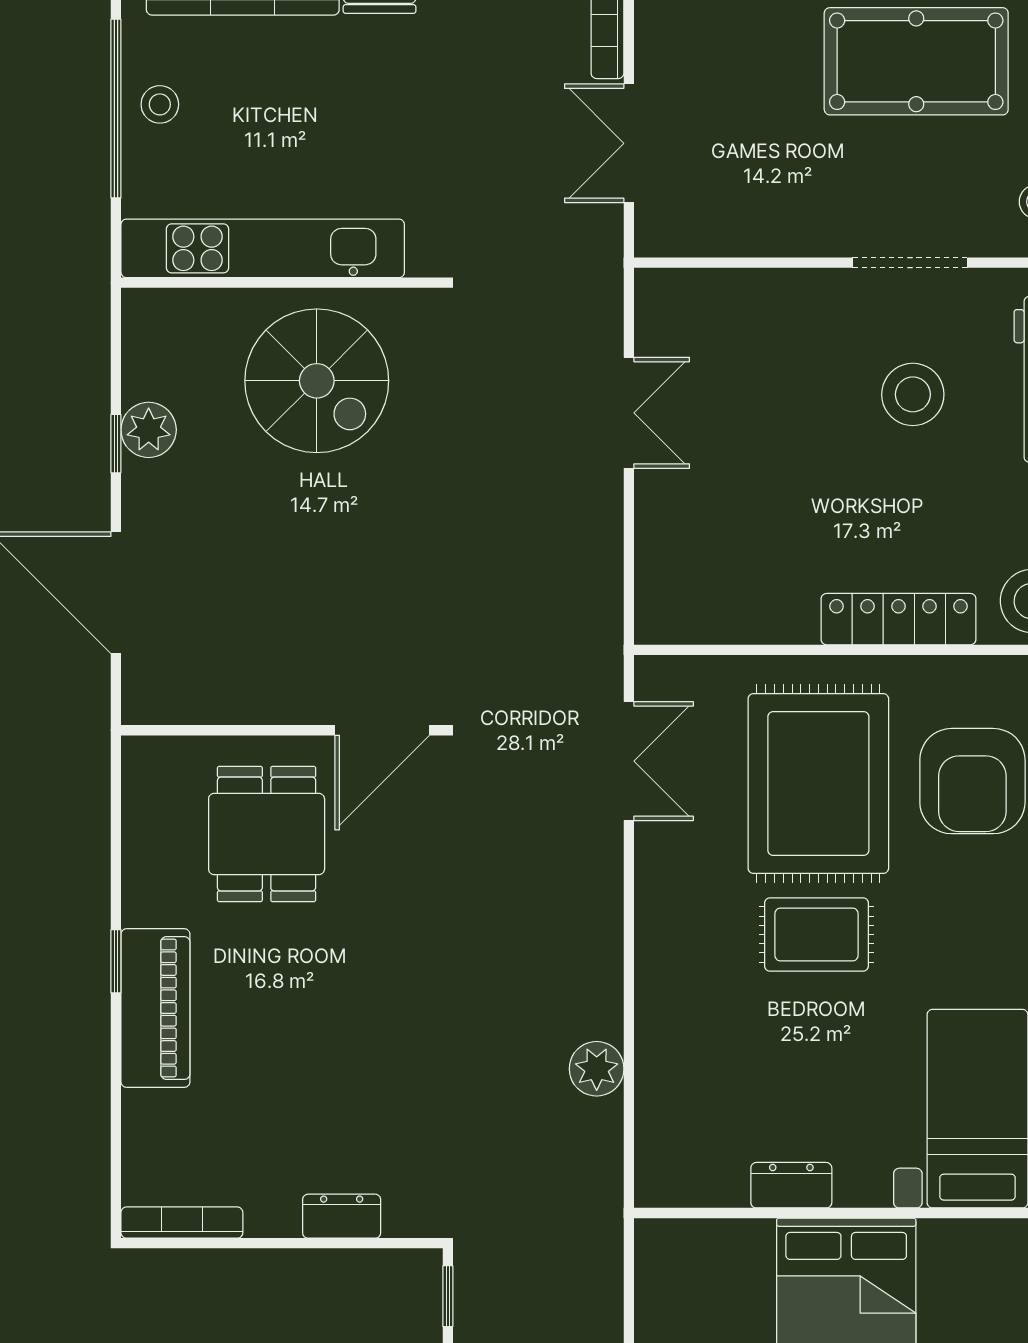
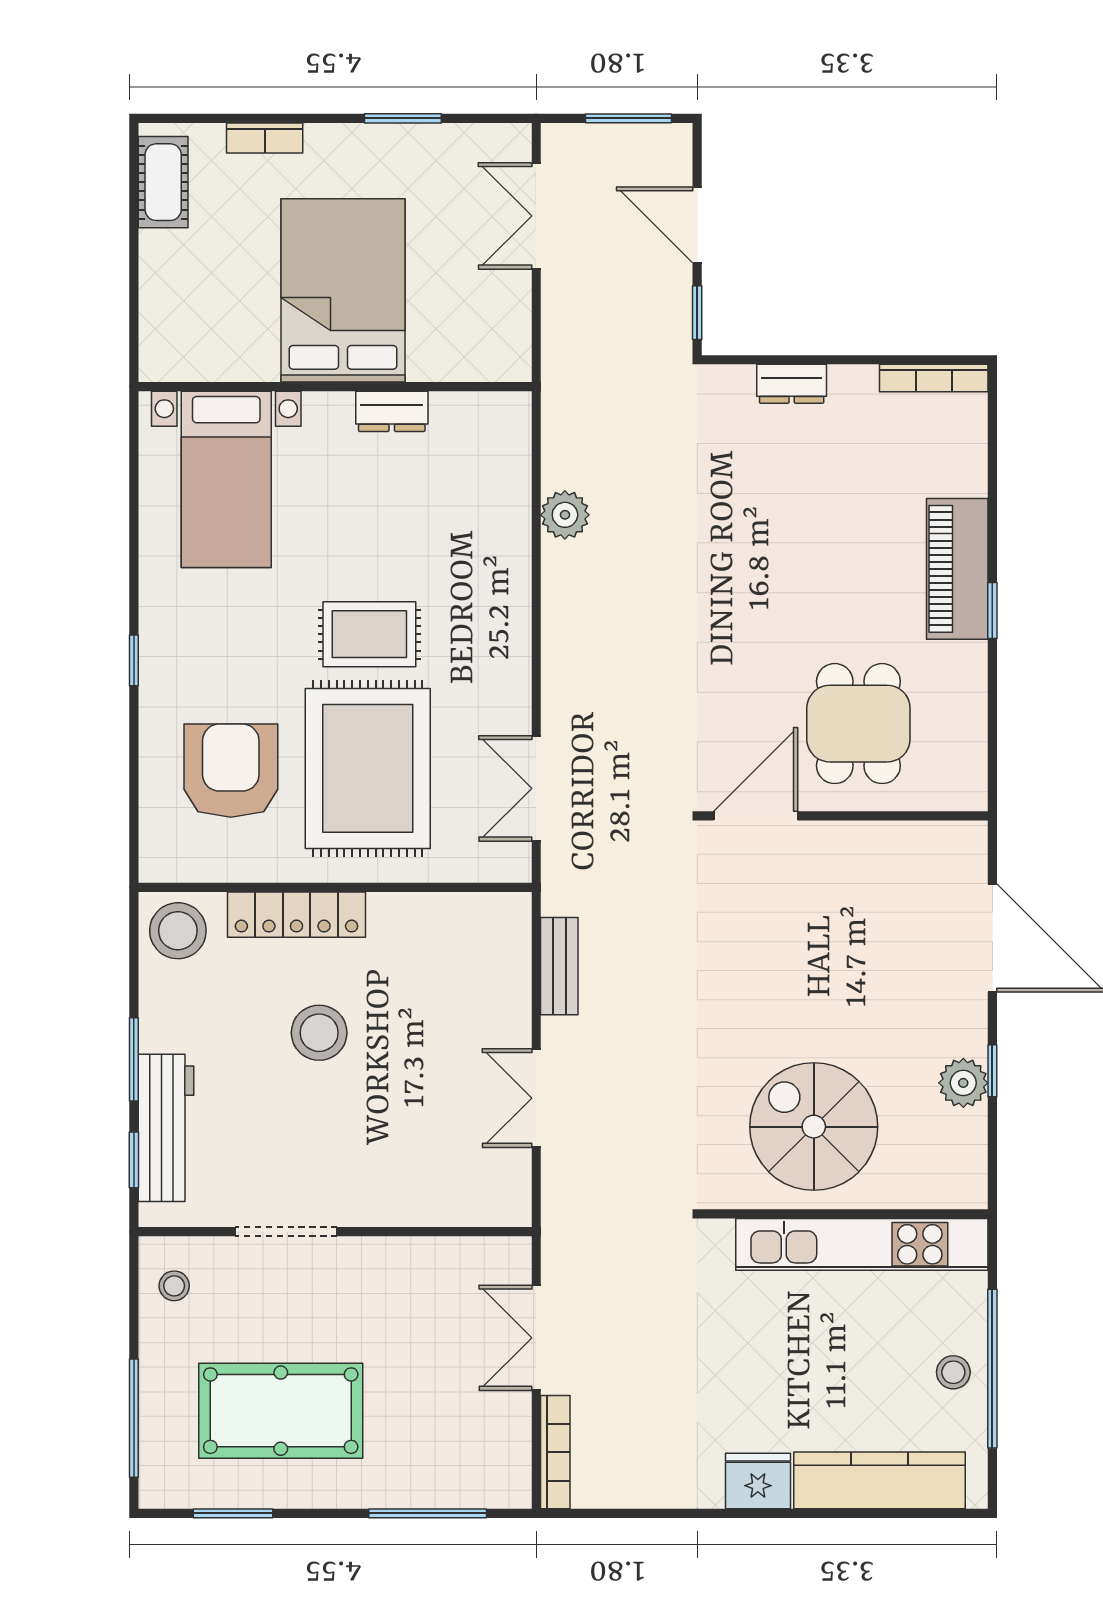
double door: (629, 143) -> (536, 1338), swing flipped
stool: (913, 394) -> (319, 1033), moved
bench: (603, 561) -> (559, 966), added

